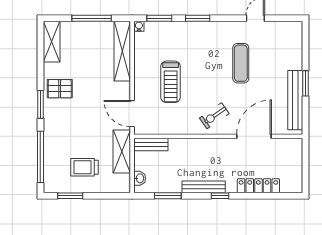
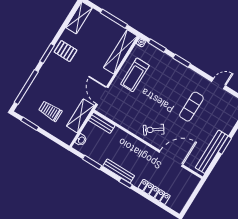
treadmill: (171, 82) -> (135, 75), moved

